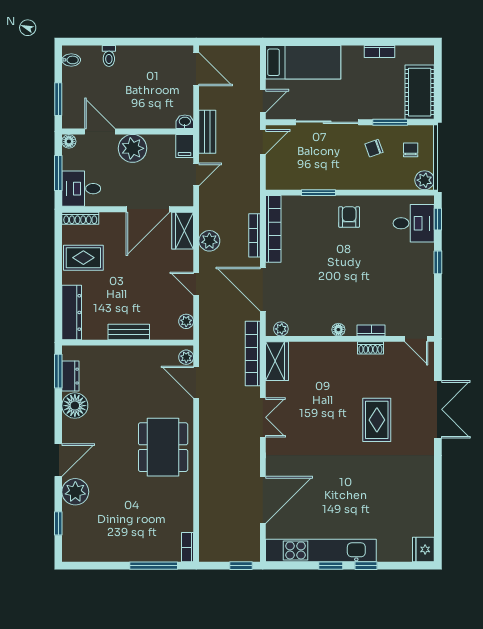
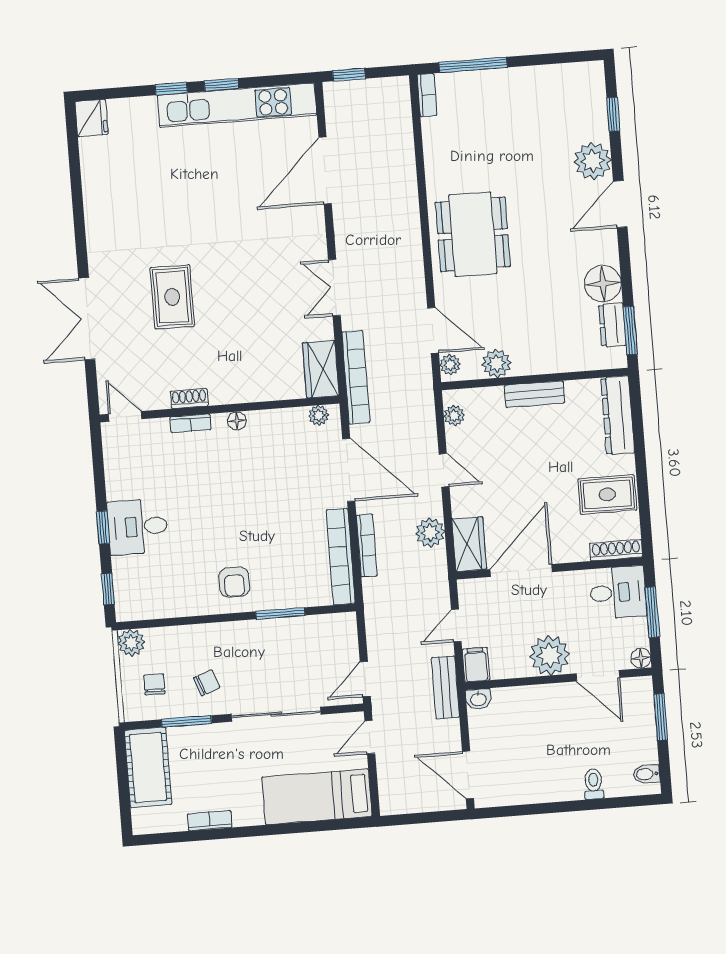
chair: (411, 150) -> (154, 684), turned 180
desk: (414, 223) -> (138, 527), moved
plant: (154, 355) -> (496, 363), added

